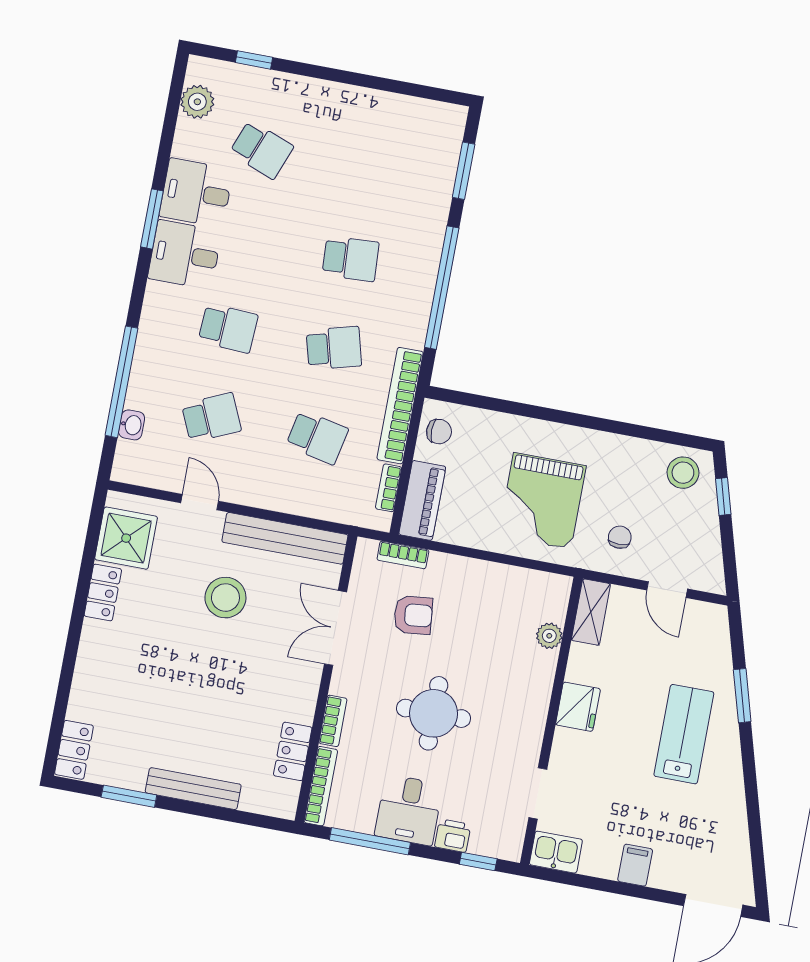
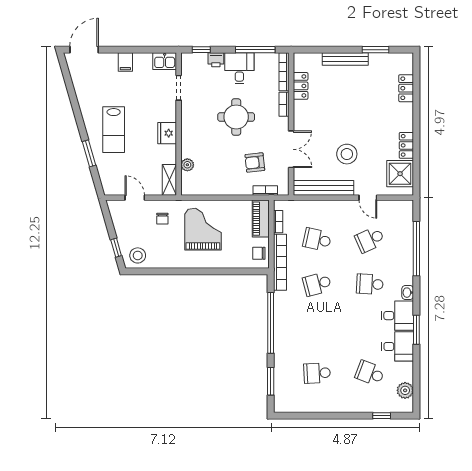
school desk: (351, 259) -> (317, 373), moved
washbasin: (132, 425) -> (408, 293), moved
locker: (74, 750) -> (406, 88), moved

